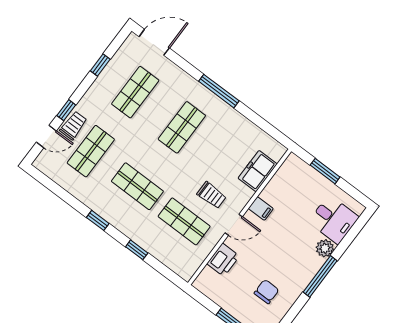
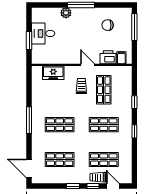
window: (100, 65) -> (73, 186), moved
shop shelf: (137, 186) -> (104, 125), turned 90
filing cabinet: (261, 208) -> (121, 58), moved
desk: (334, 219) -> (43, 33), moved, turned -90

